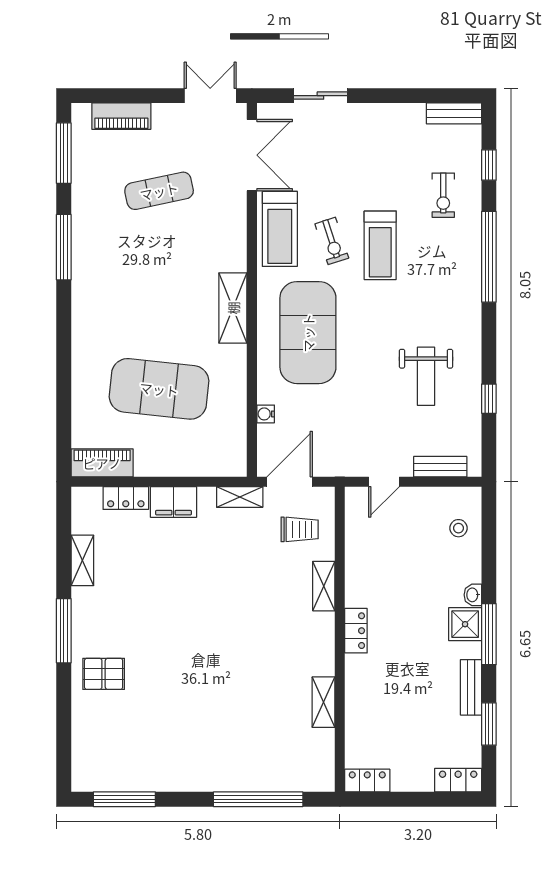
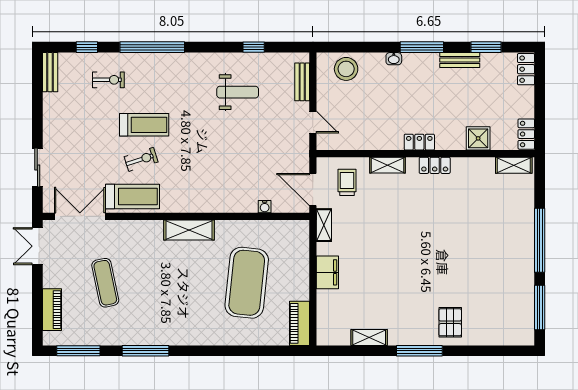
exercise mat: (308, 333) -> (206, 176), removed
locker: (126, 498) -> (435, 165), moved, turned 90
stool: (458, 528) -> (346, 69), width x1.89, depth x1.89
shower: (465, 624) -> (478, 138), moved
shelving: (324, 702) -> (514, 165), moved
window: (258, 799) -> (540, 240), moved

